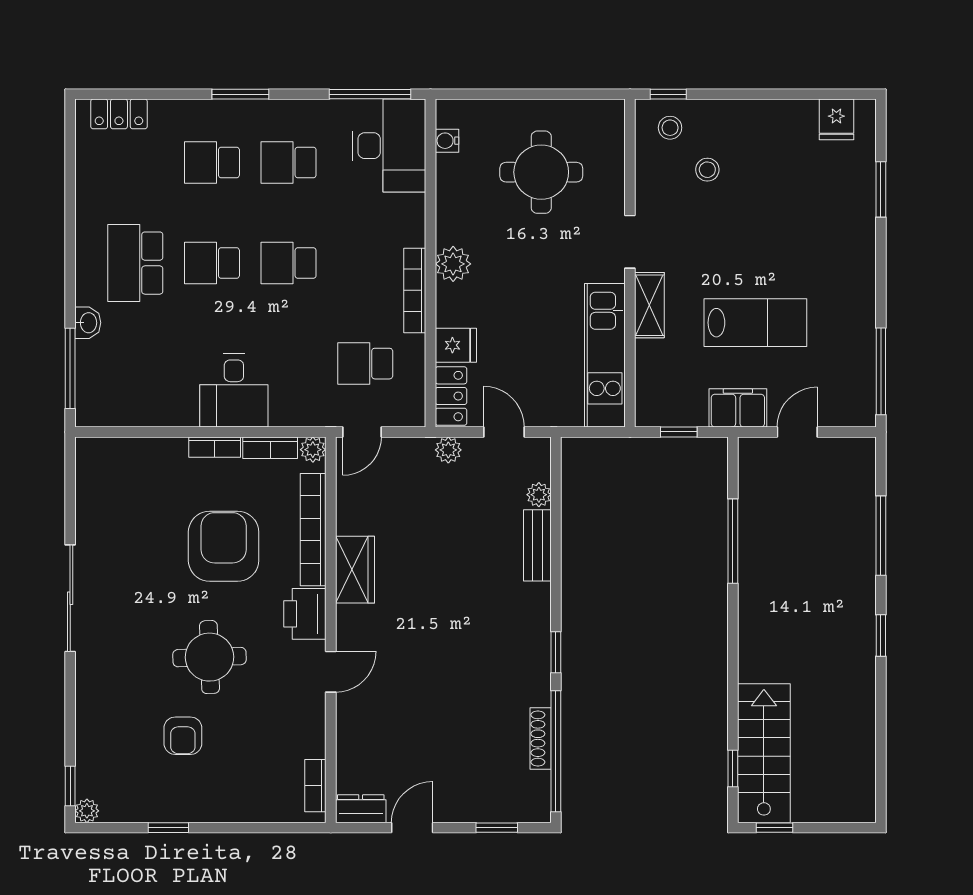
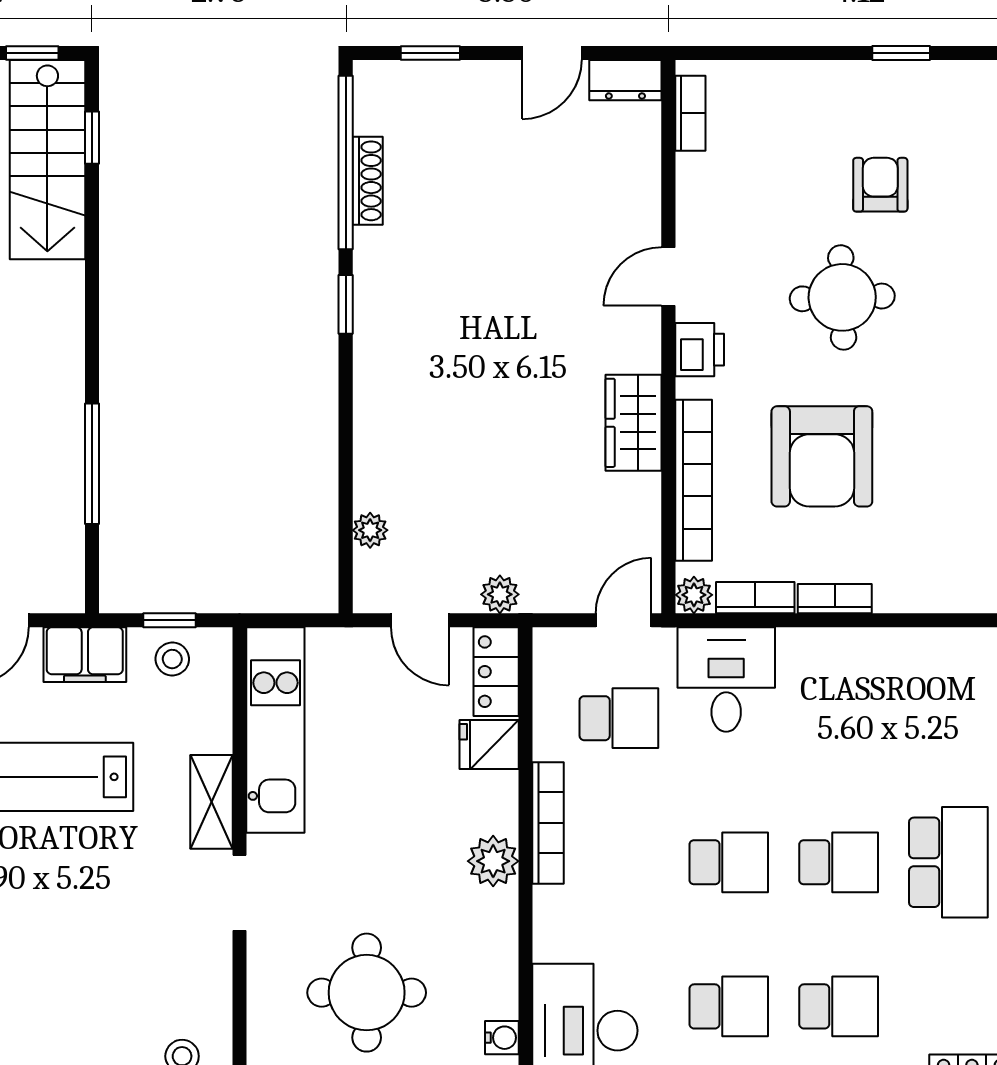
stool: (707, 170) -> (172, 659), moved
desk: (234, 391) -> (726, 680), moved
bench: (537, 545) -> (372, 458), removed
printer: (305, 614) -> (700, 350), width x0.73, depth x0.81

